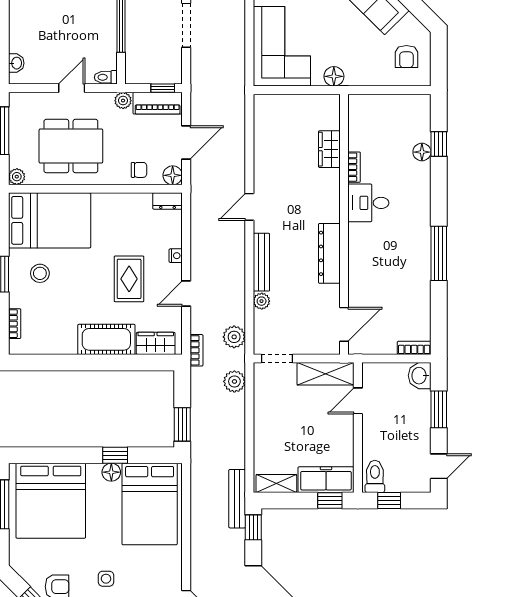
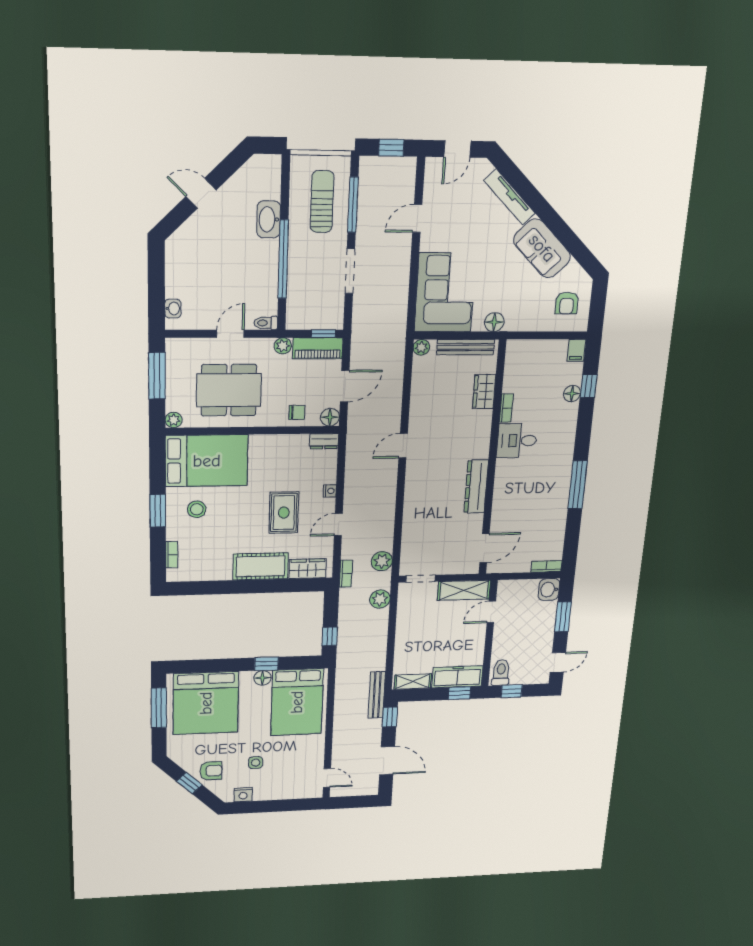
filing cabinet: (422, 106) -> (576, 350), added
bench: (261, 262) -> (466, 347), moved, turned 90
plant: (262, 301) -> (421, 347), moved
window: (182, 424) -> (330, 636), width x0.67

